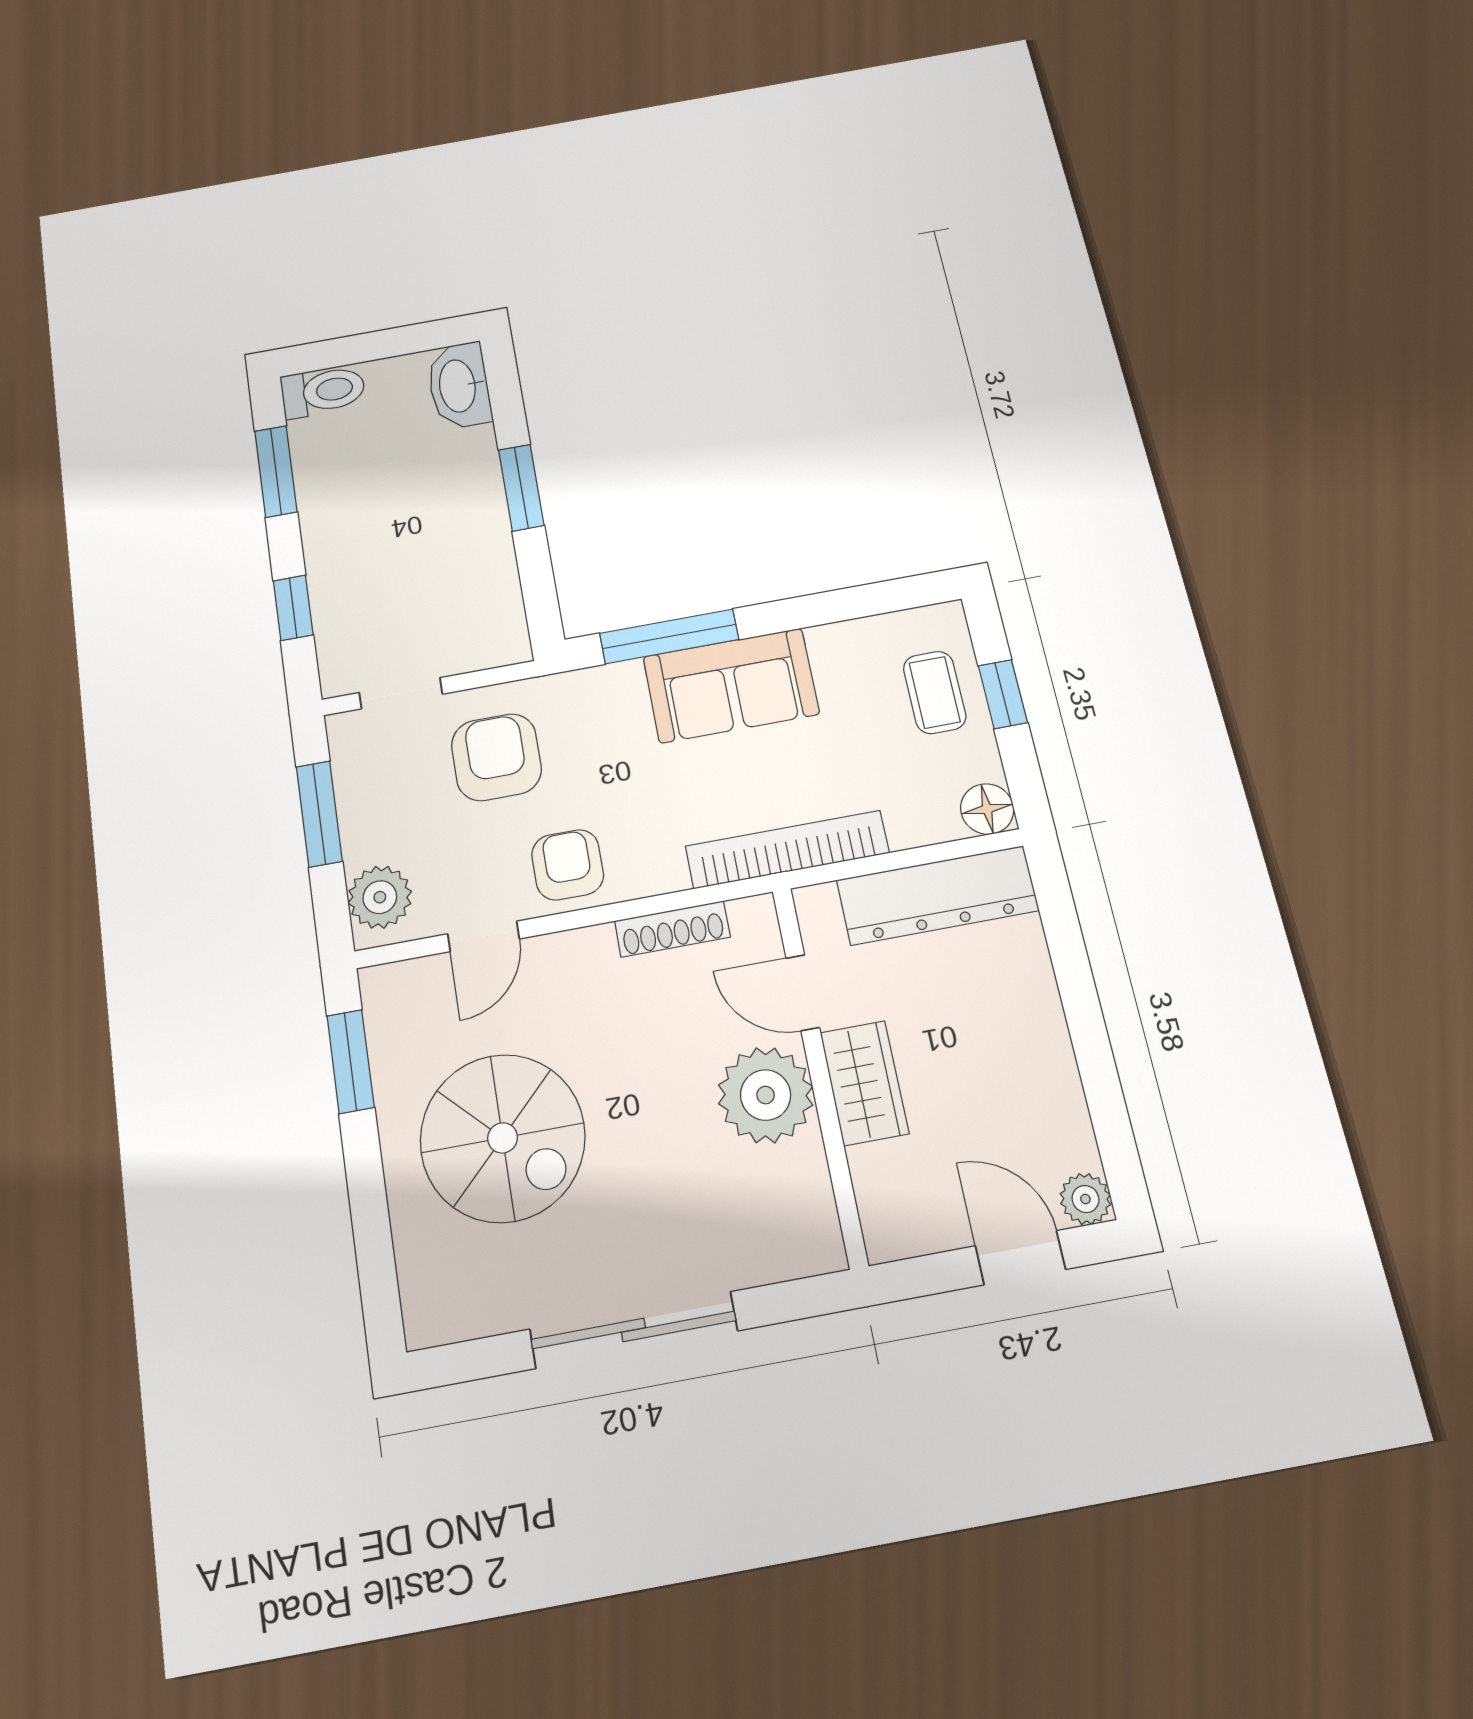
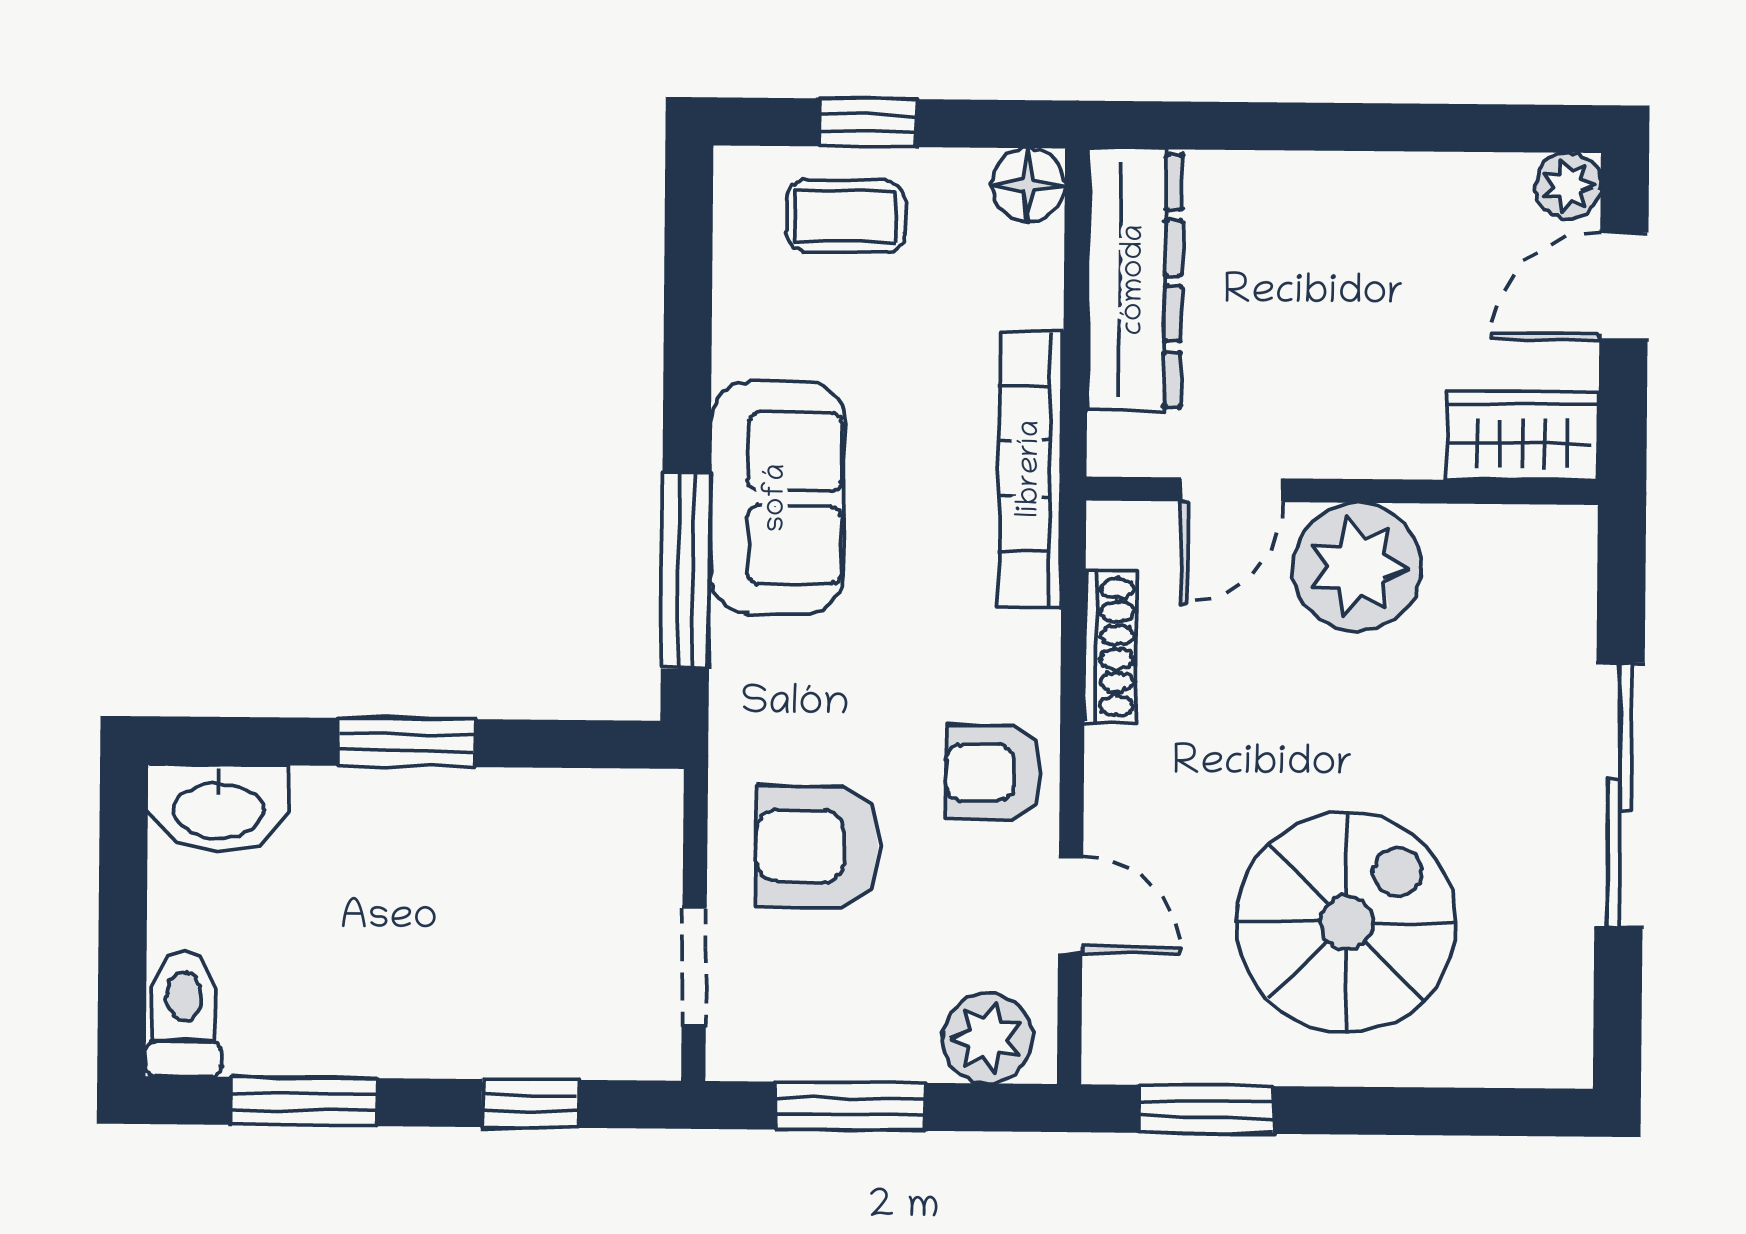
wardrobe: (864, 1083) -> (1522, 436), moved

